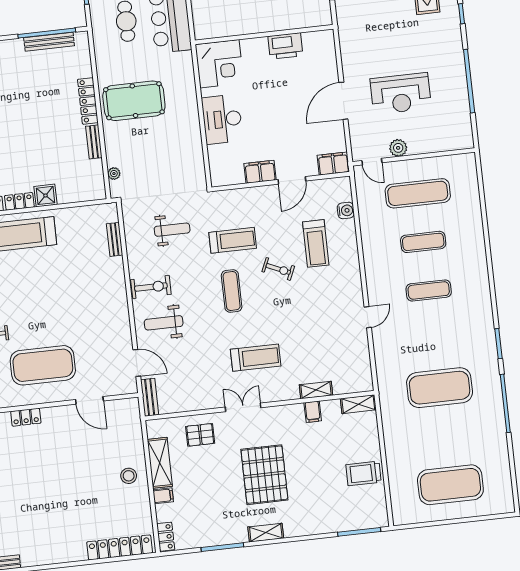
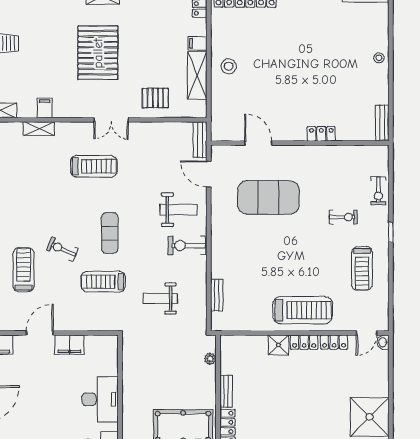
treadmill: (256, 358) -> (94, 166), turned 180
exercise mat: (43, 365) -> (268, 197), moved

